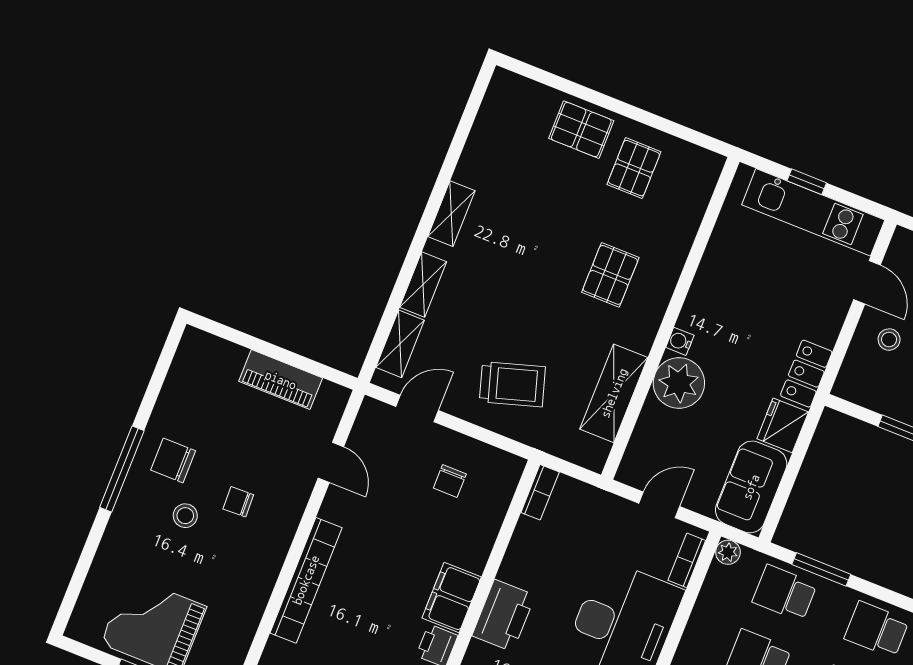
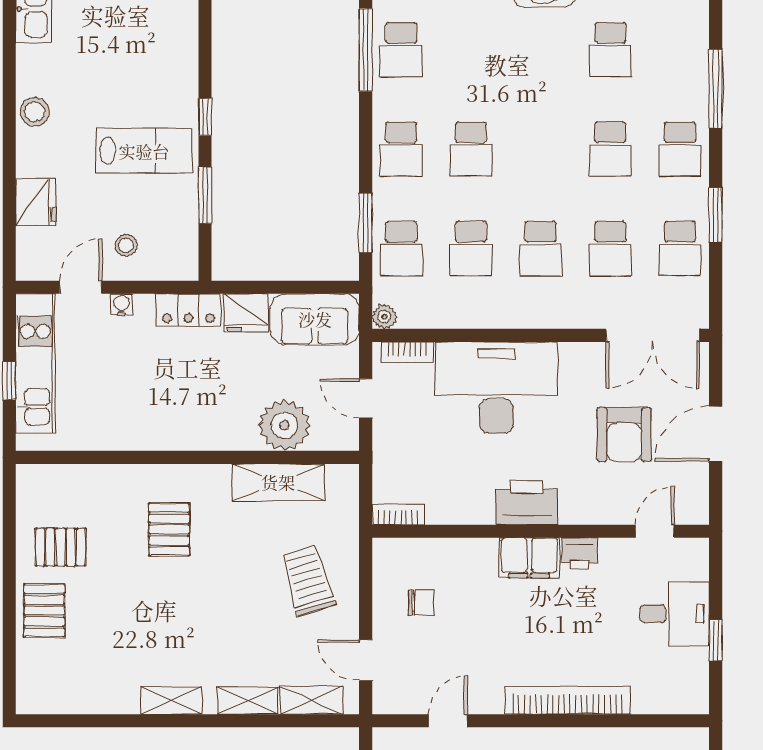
pallet: (610, 275) -> (169, 529), turned 90
water cooler: (680, 341) -> (121, 305), moved, turned 180
plant: (679, 383) -> (284, 425), moved

